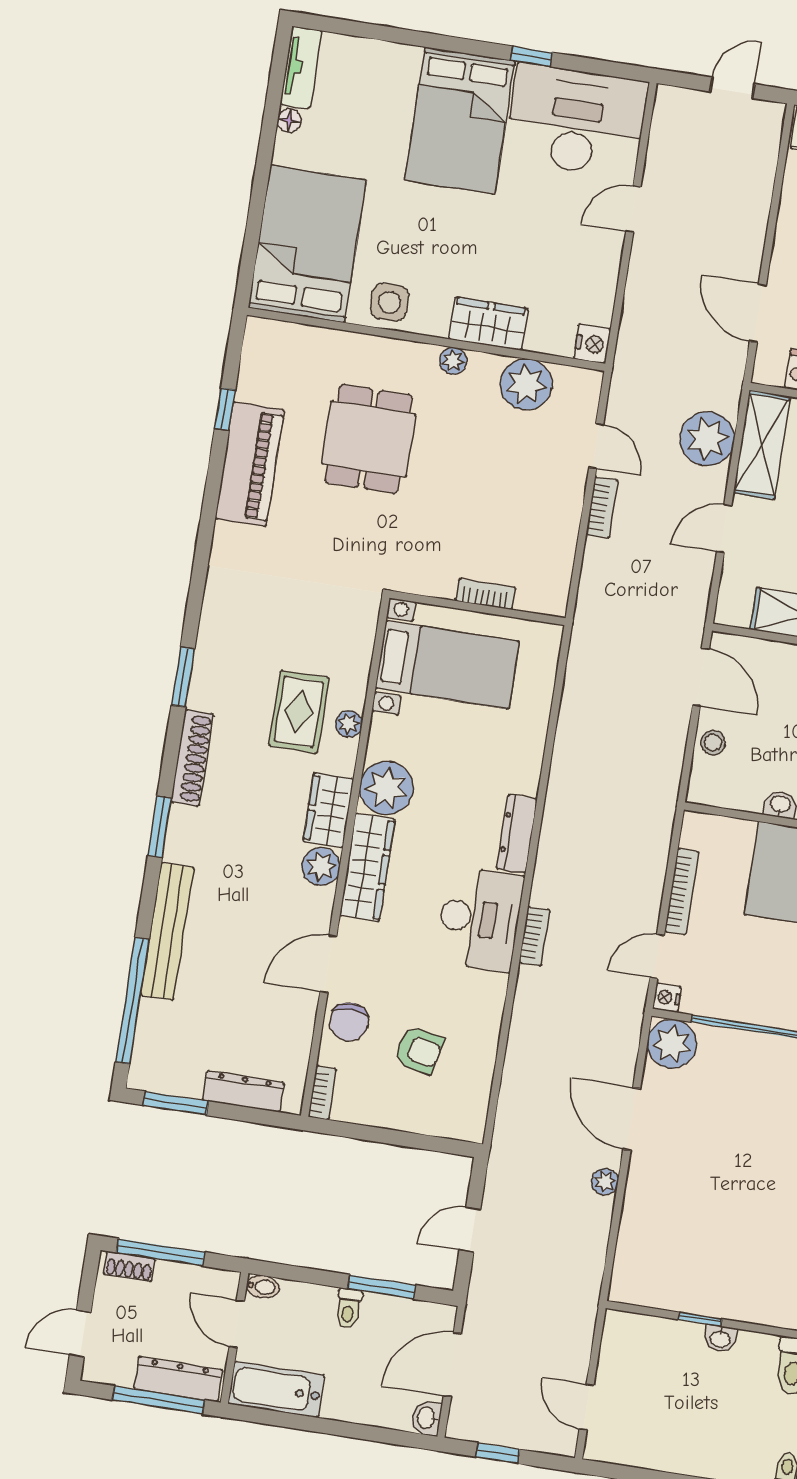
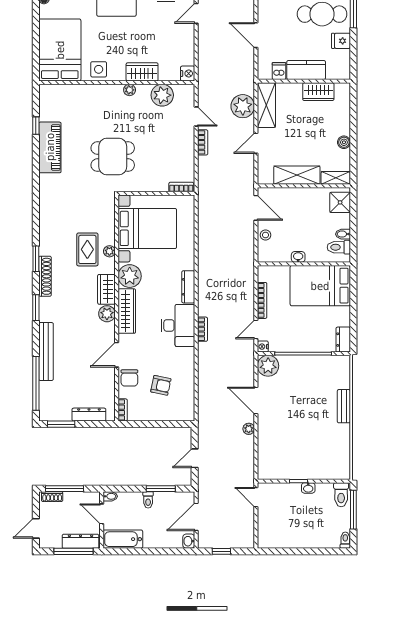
door: (758, 313) -> (256, 35), moved
dining table: (369, 439) -> (113, 157), moved, turned 90
bookcase: (485, 594) -> (181, 187), moved
bed with nightstands: (447, 665) -> (147, 228), width x1.36
window: (183, 677) -> (36, 259), moved
door: (587, 1407) -> (256, 497), moved

